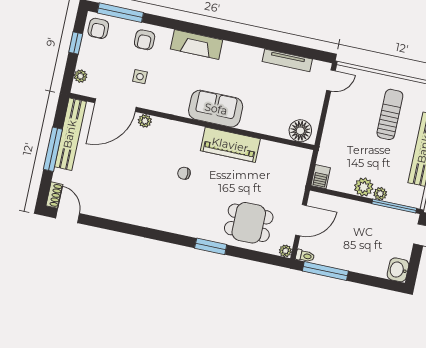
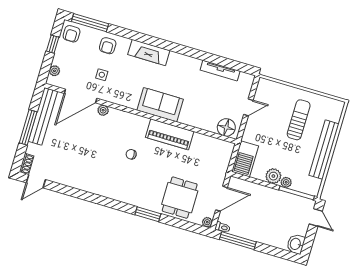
door: (331, 80) -> (248, 107), moved
barbecue: (321, 177) -> (245, 159), width x1.88, depth x1.53
door: (68, 216) -> (36, 181), swing flipped
dining table: (249, 223) -> (180, 198), turned 90

